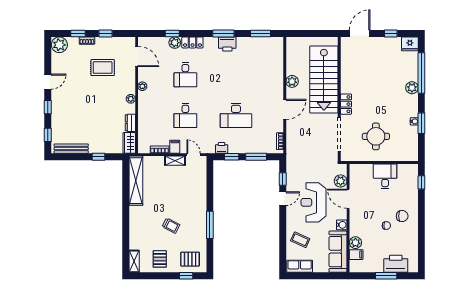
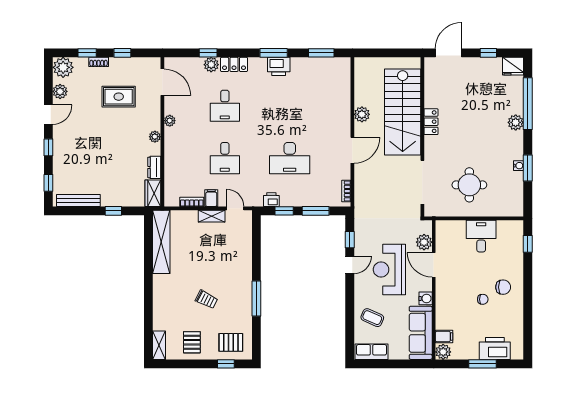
plant: (57, 64) -> (60, 91), added
locker: (346, 104) -> (431, 122), moved
plant: (355, 243) -> (443, 352), moved

